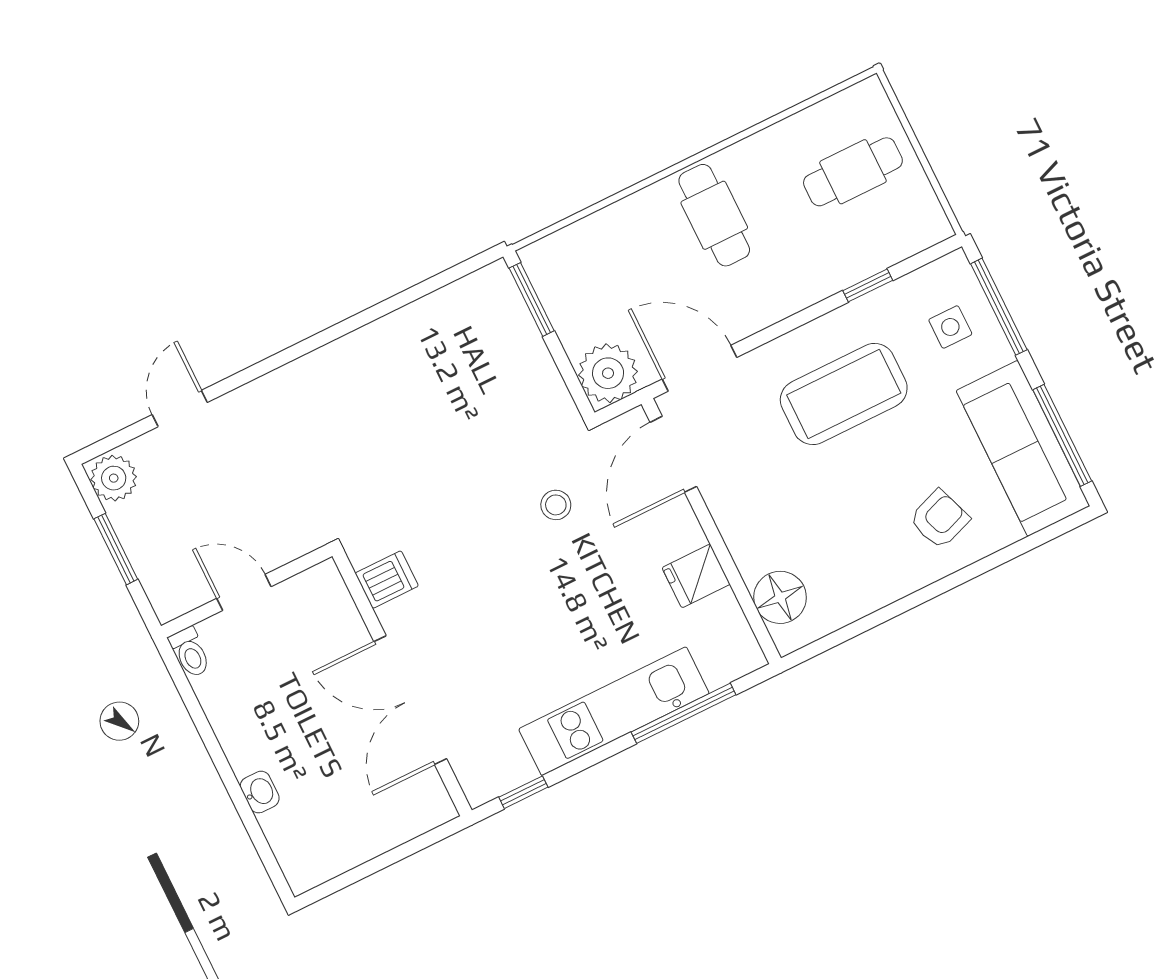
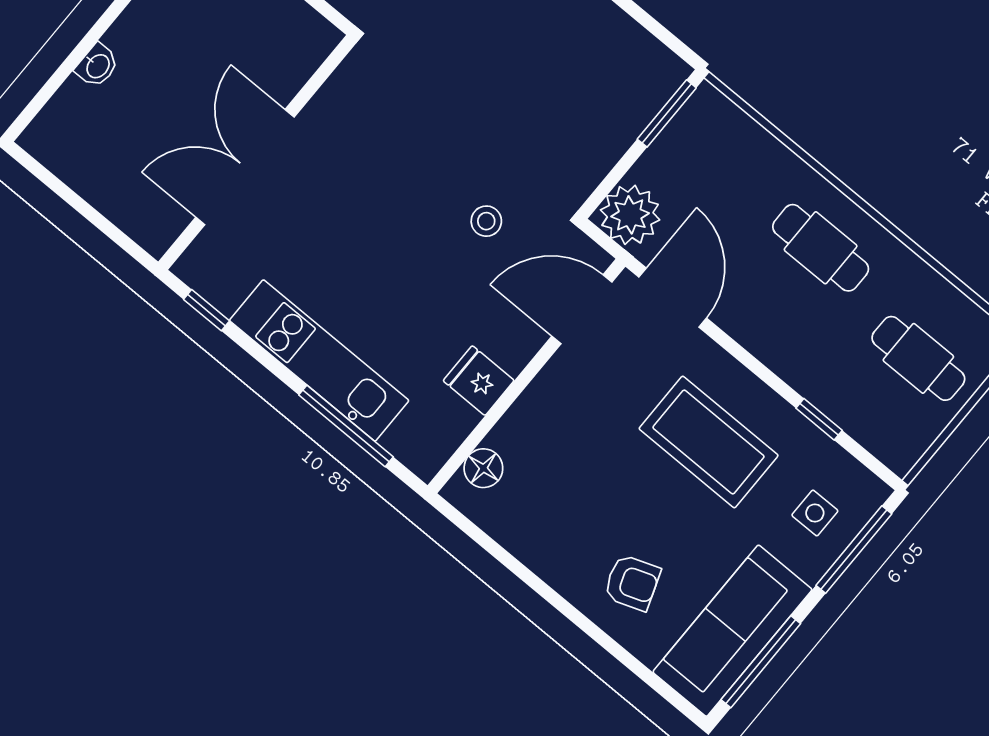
cafe table: (714, 215) -> (821, 248), turned 90
dishwasher: (387, 580) -> (347, 95), removed
floor lamp: (780, 597) -> (483, 468), width x0.73, depth x0.73

